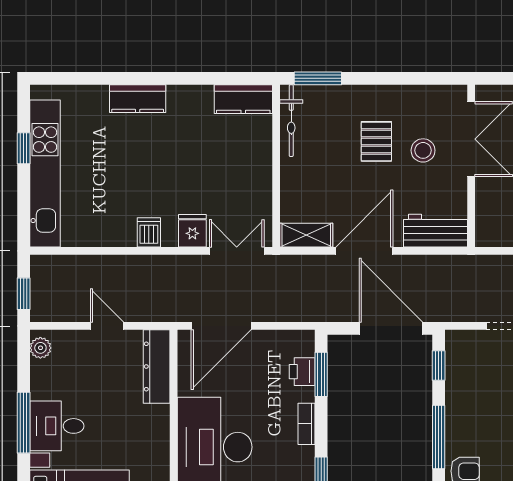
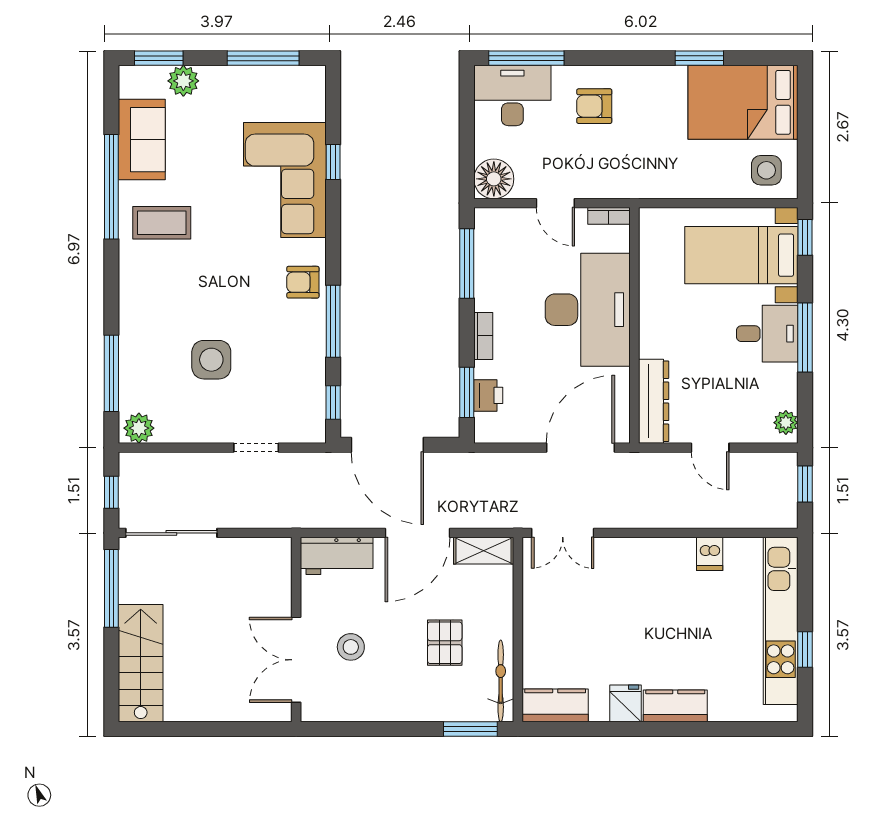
pallet: (376, 141) -> (445, 643), moved
fridge: (192, 231) -> (626, 703), moved, turned 180
dishwasher: (149, 232) -> (710, 554), moved

